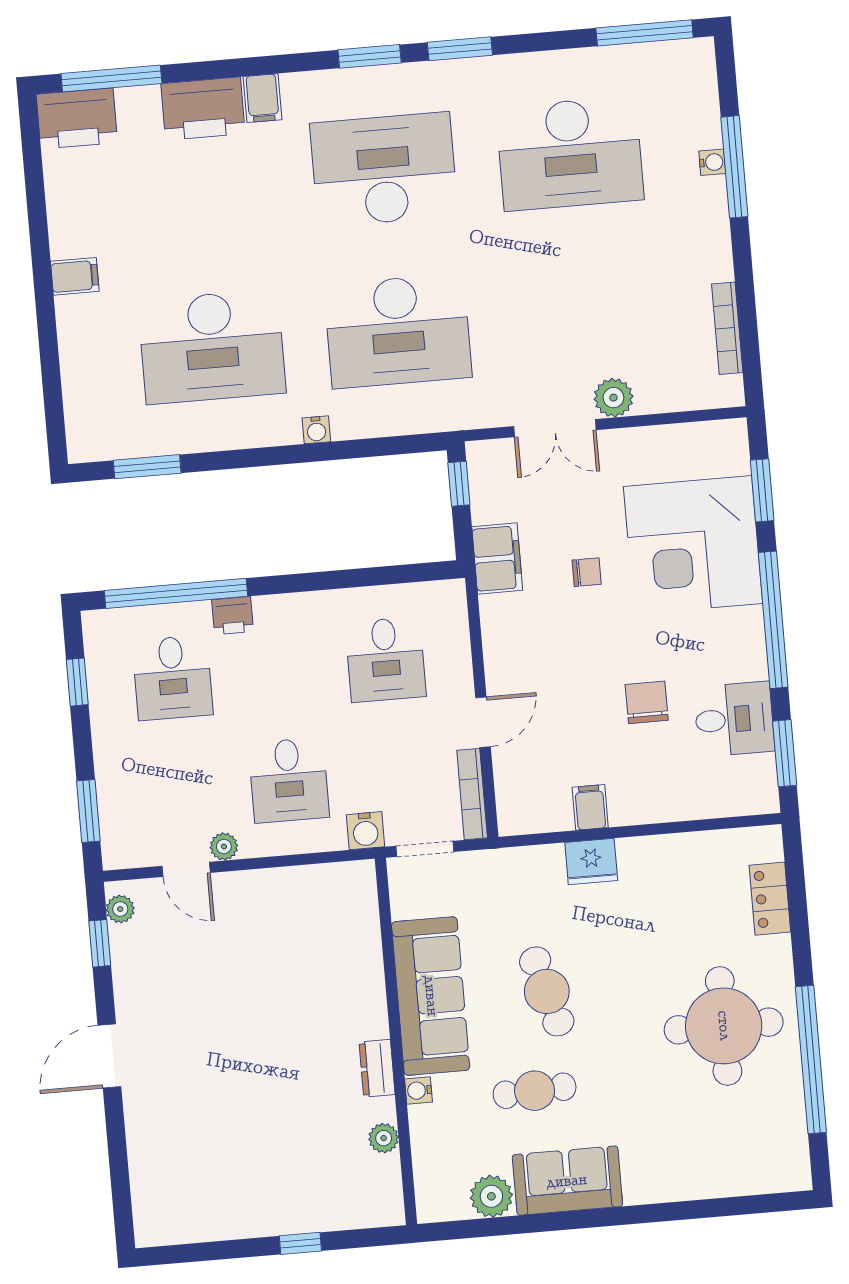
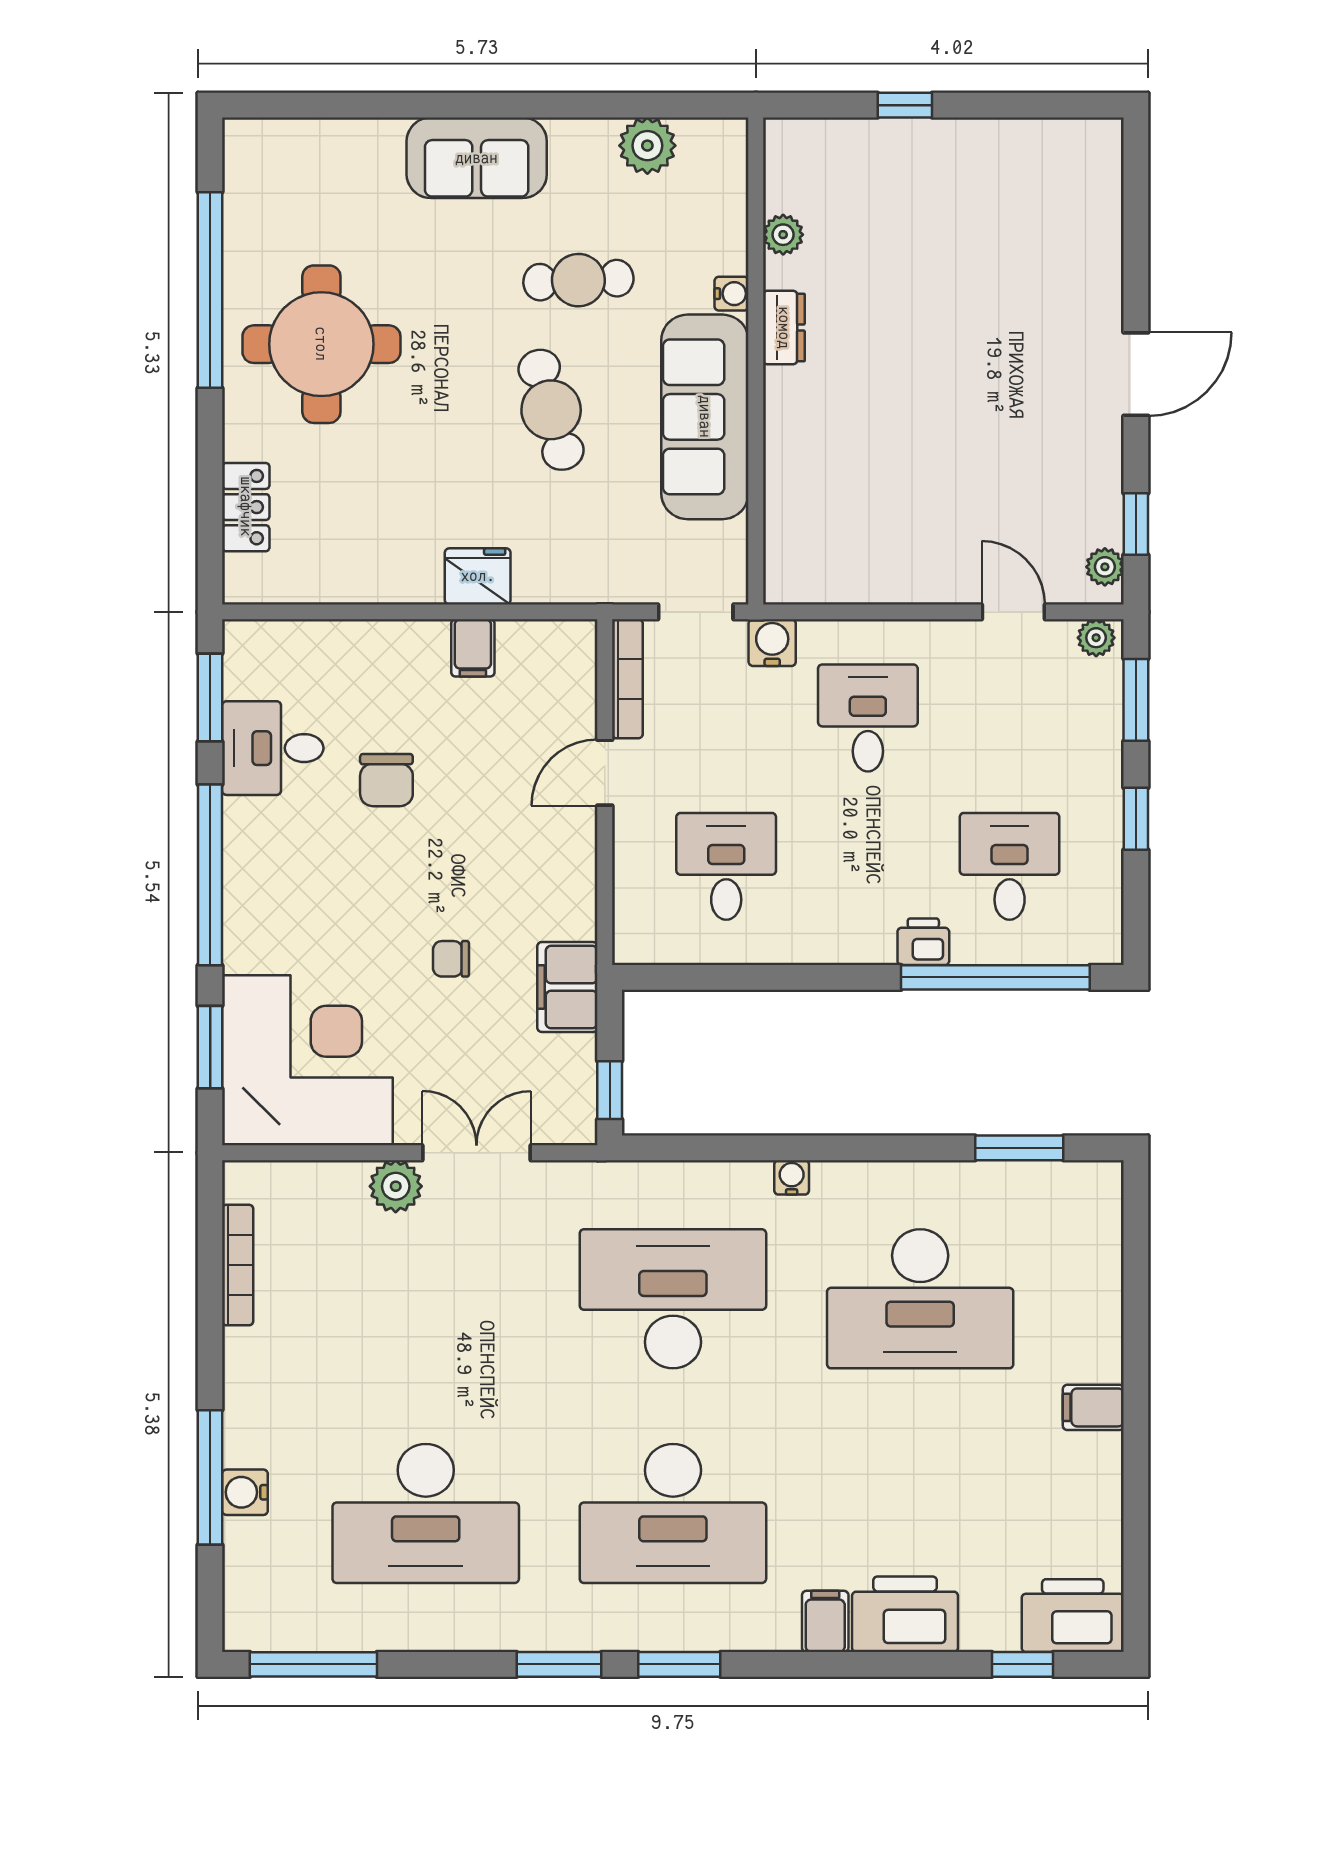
window: (111, 79) -> (1022, 1664), width x0.46
desk: (570, 154) -> (426, 1513), turned 180
water cooler: (712, 162) -> (245, 1492), width x1.38, depth x1.38
desk: (212, 347) -> (920, 1299), turned 180
corner desk: (693, 545) -> (307, 1060), moved
window: (77, 682) -> (1136, 819), moved
plant: (224, 847) -> (1096, 638), moved
sofa: (567, 1181) -> (477, 158), moved

